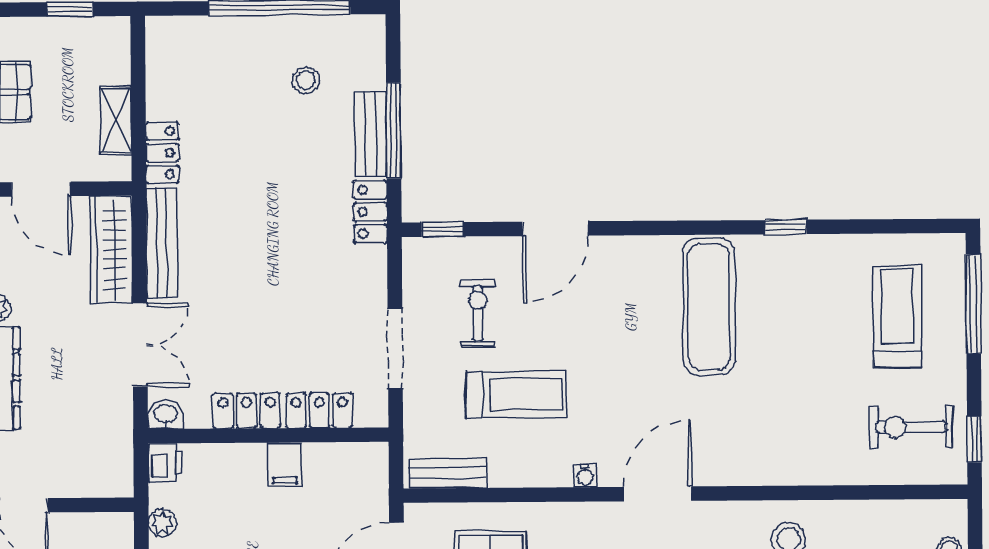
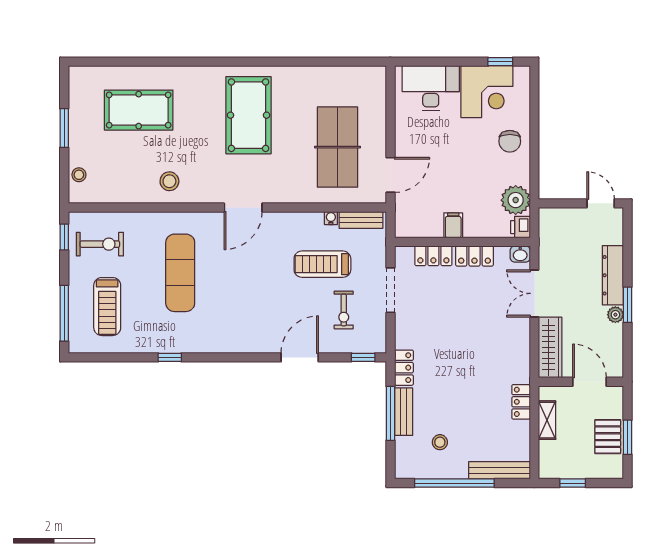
bench: (162, 243) -> (499, 470), moved, turned 90
exercise mat: (709, 307) -> (180, 273), moved
water cooler: (585, 476) -> (331, 218), moved
plant: (162, 523) -> (516, 200), width x1.88, depth x1.88

